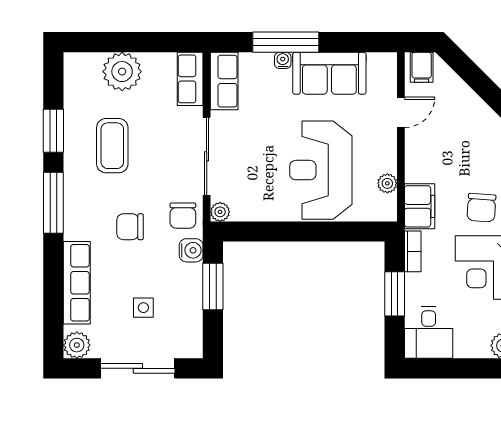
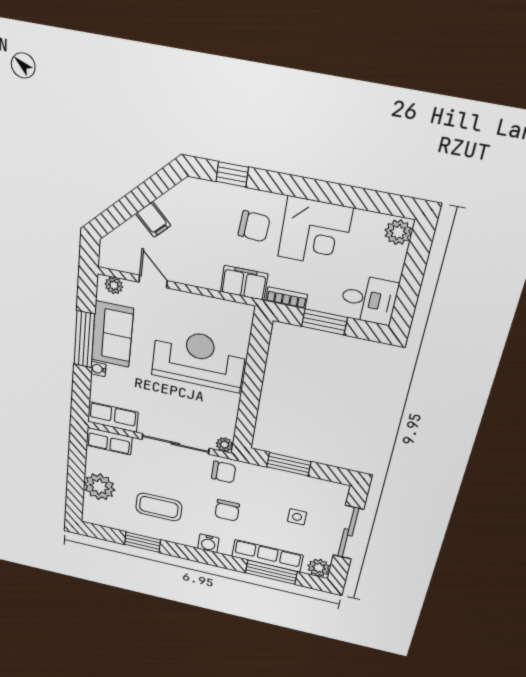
window: (286, 42) -> (84, 339), moved
filing cabinet: (422, 67) -> (153, 220), moved, turned 45
reception desk: (321, 170) -> (199, 359), turned 180
plant: (387, 183) -> (114, 285), moved
window: (53, 203) -> (271, 572), moved
water cooler: (191, 250) -> (208, 543), moved, turned 180

